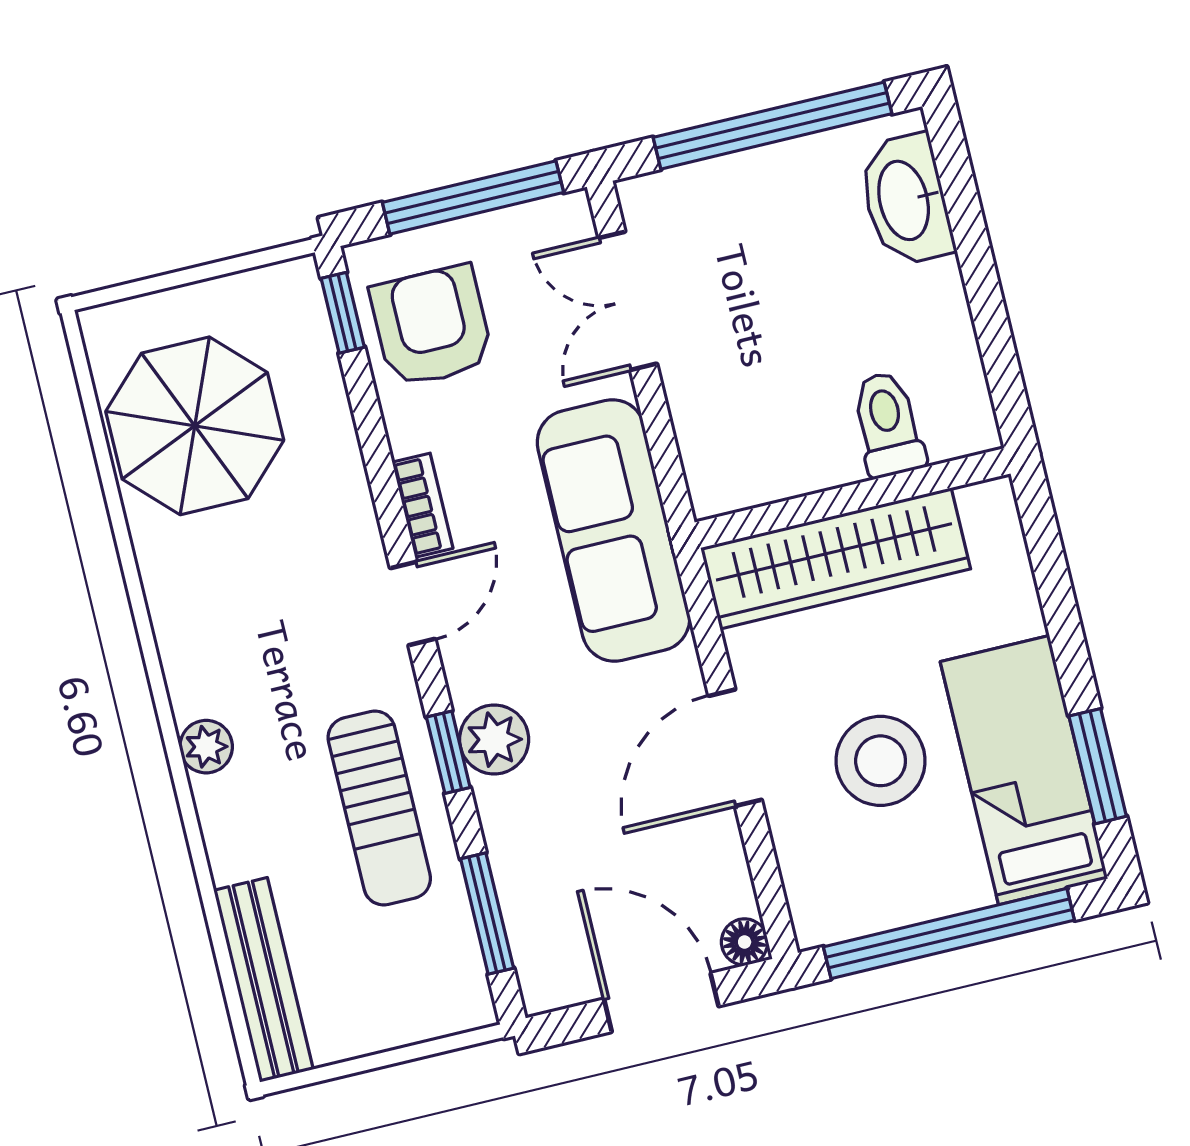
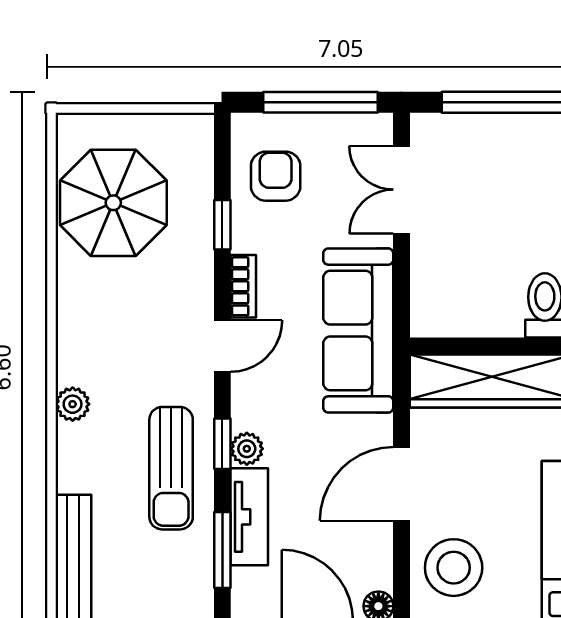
window: (343, 313) -> (222, 225), moved
armchair: (432, 326) -> (276, 176), width x0.72, depth x0.72
plant: (494, 739) -> (247, 449), width x0.73, depth x0.73
stool: (881, 761) -> (454, 568), moved
tv unit: (516, 853) -> (249, 517), added

